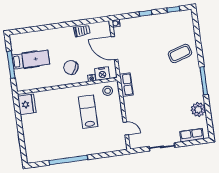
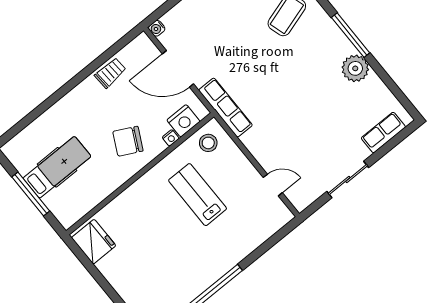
row of seats: (126, 85) -> (226, 108), width x1.48
plant: (198, 109) -> (355, 68), moved

